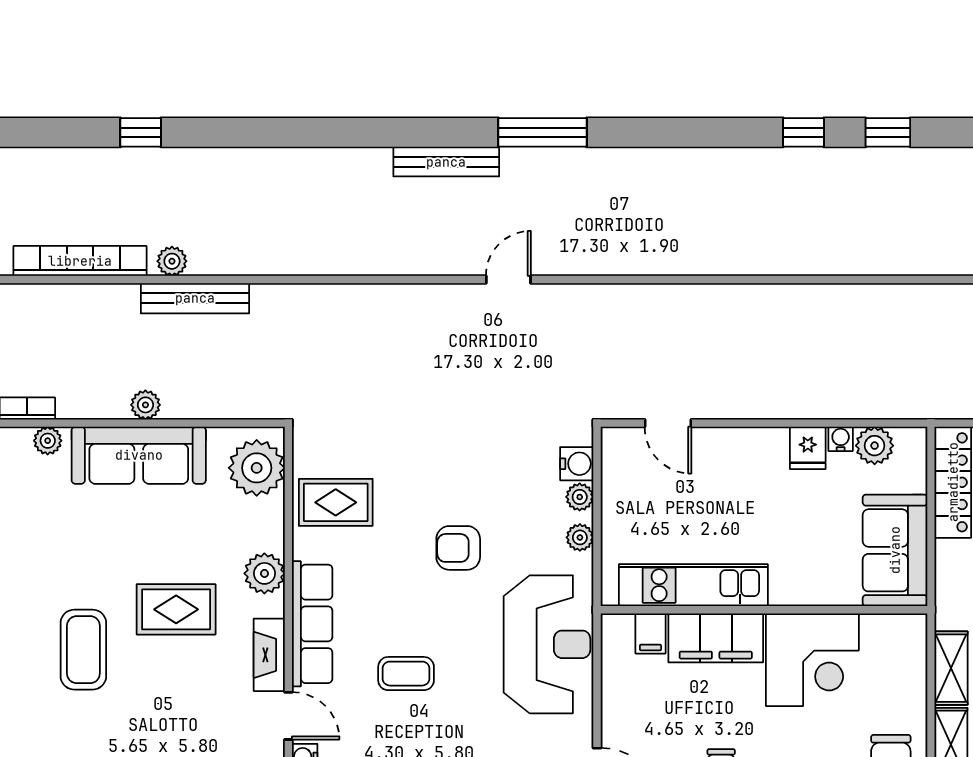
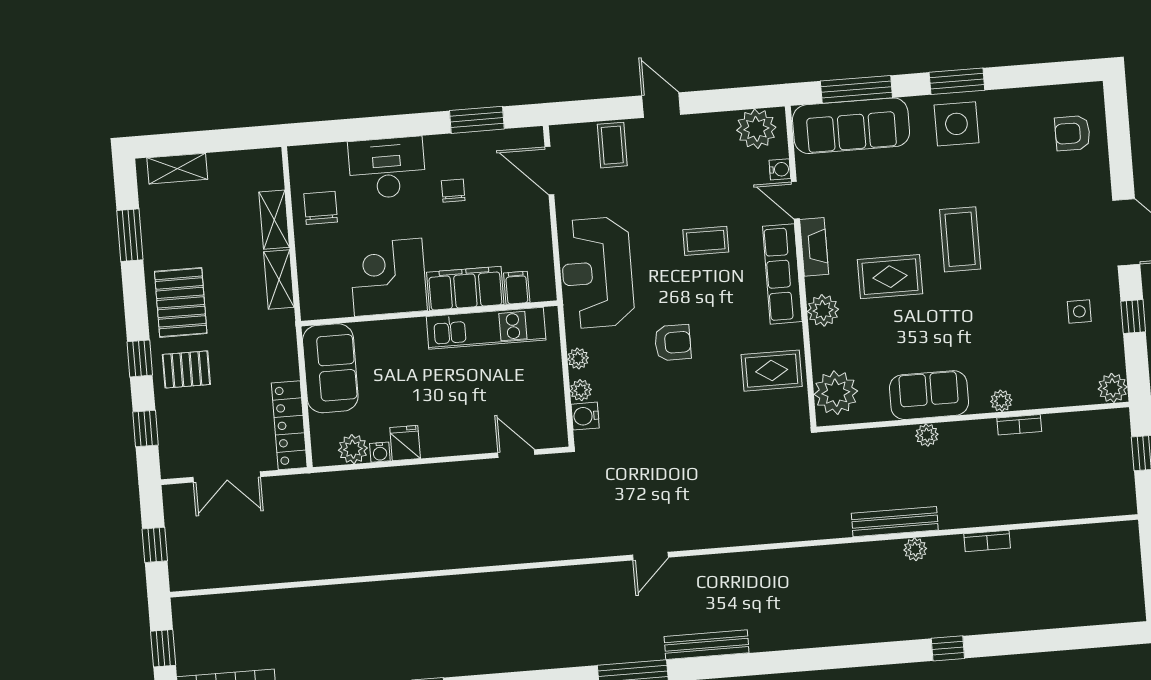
bookcase: (80, 261) -> (987, 541), width x0.43, depth x0.76
sofa: (139, 455) -> (929, 395), width x0.73

